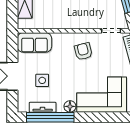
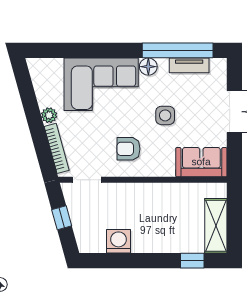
armchair: (83, 51) -> (128, 149), turned 104
side table: (42, 80) -> (165, 115), moved

